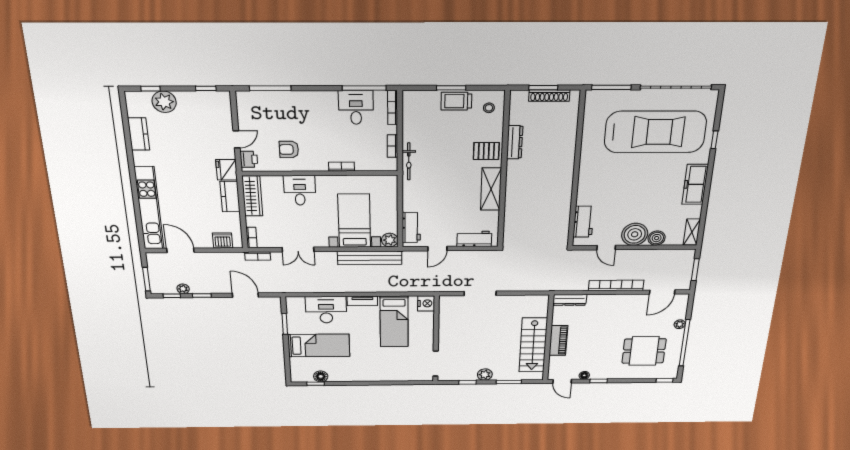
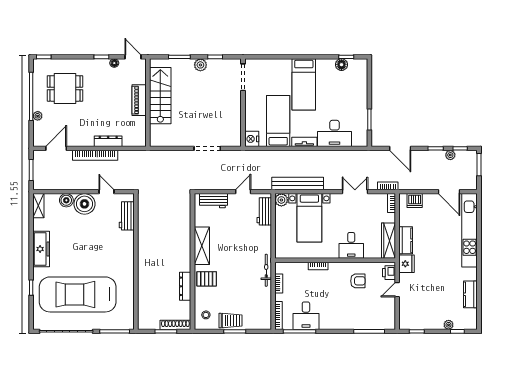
shoe rack: (549, 96) -> (175, 325), moved
plant: (164, 102) -> (449, 325), width x0.53, depth x0.53
dresser: (570, 300) -> (108, 141), moved
bed: (319, 345) -> (304, 84), moved, turned -90

